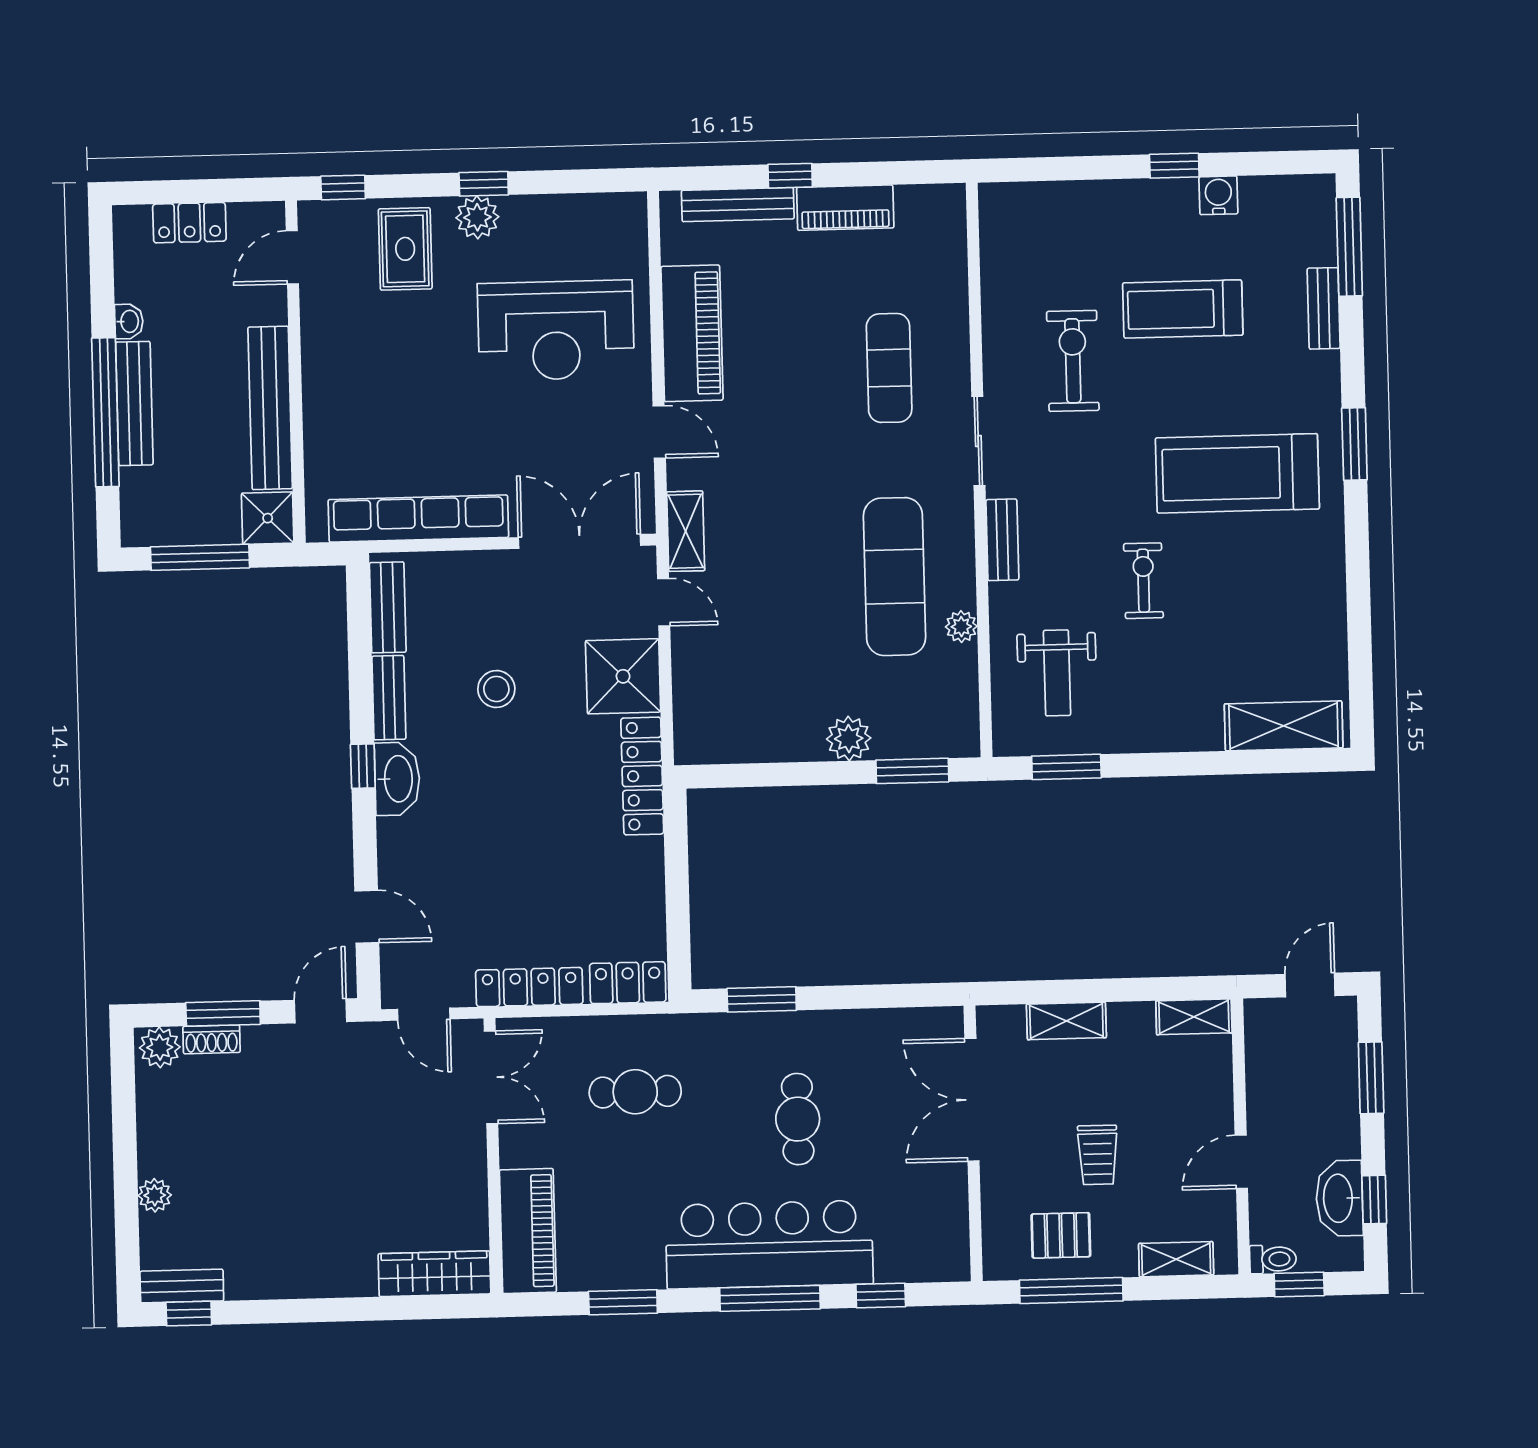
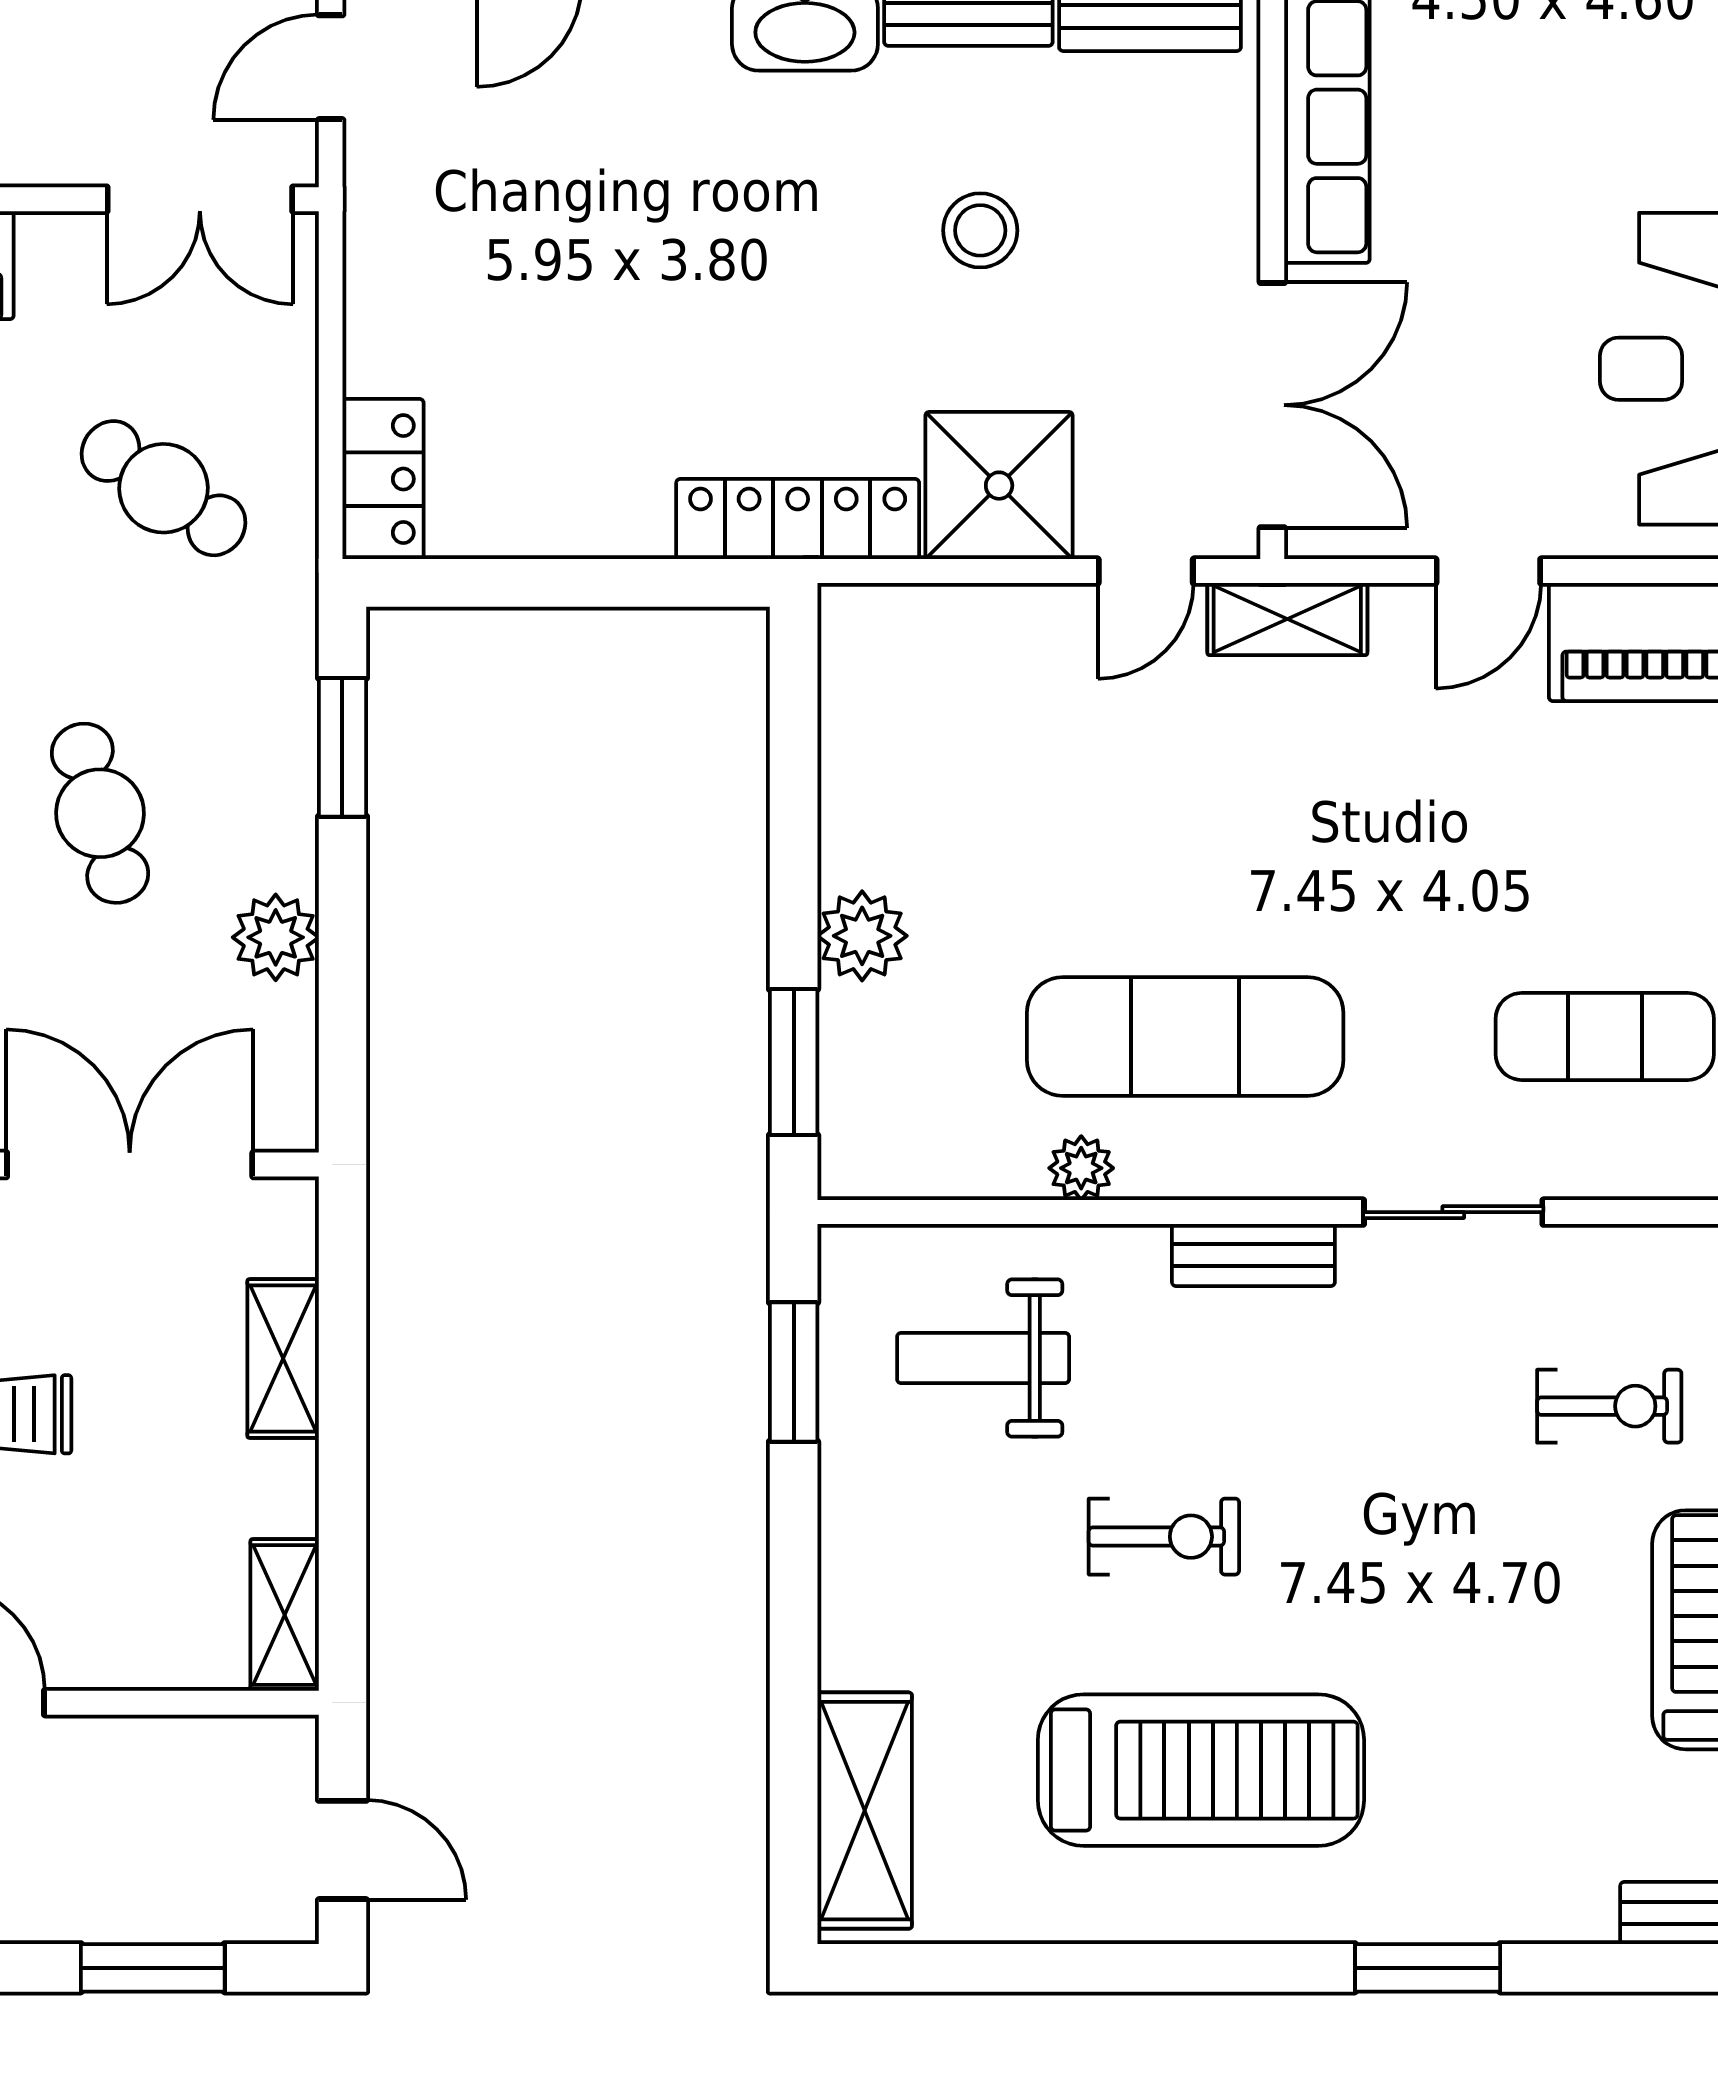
exercise bike: (1073, 361) -> (1609, 1406), width x0.73, depth x0.72
treadmill: (1237, 473) -> (1201, 1770), moved, turned 90
locker: (529, 987) -> (379, 281), removed
plant: (857, 1030) -> (276, 937), added
cafe table: (635, 1092) -> (163, 488), turned -55
cafe table: (798, 1119) -> (100, 813), turned 74

